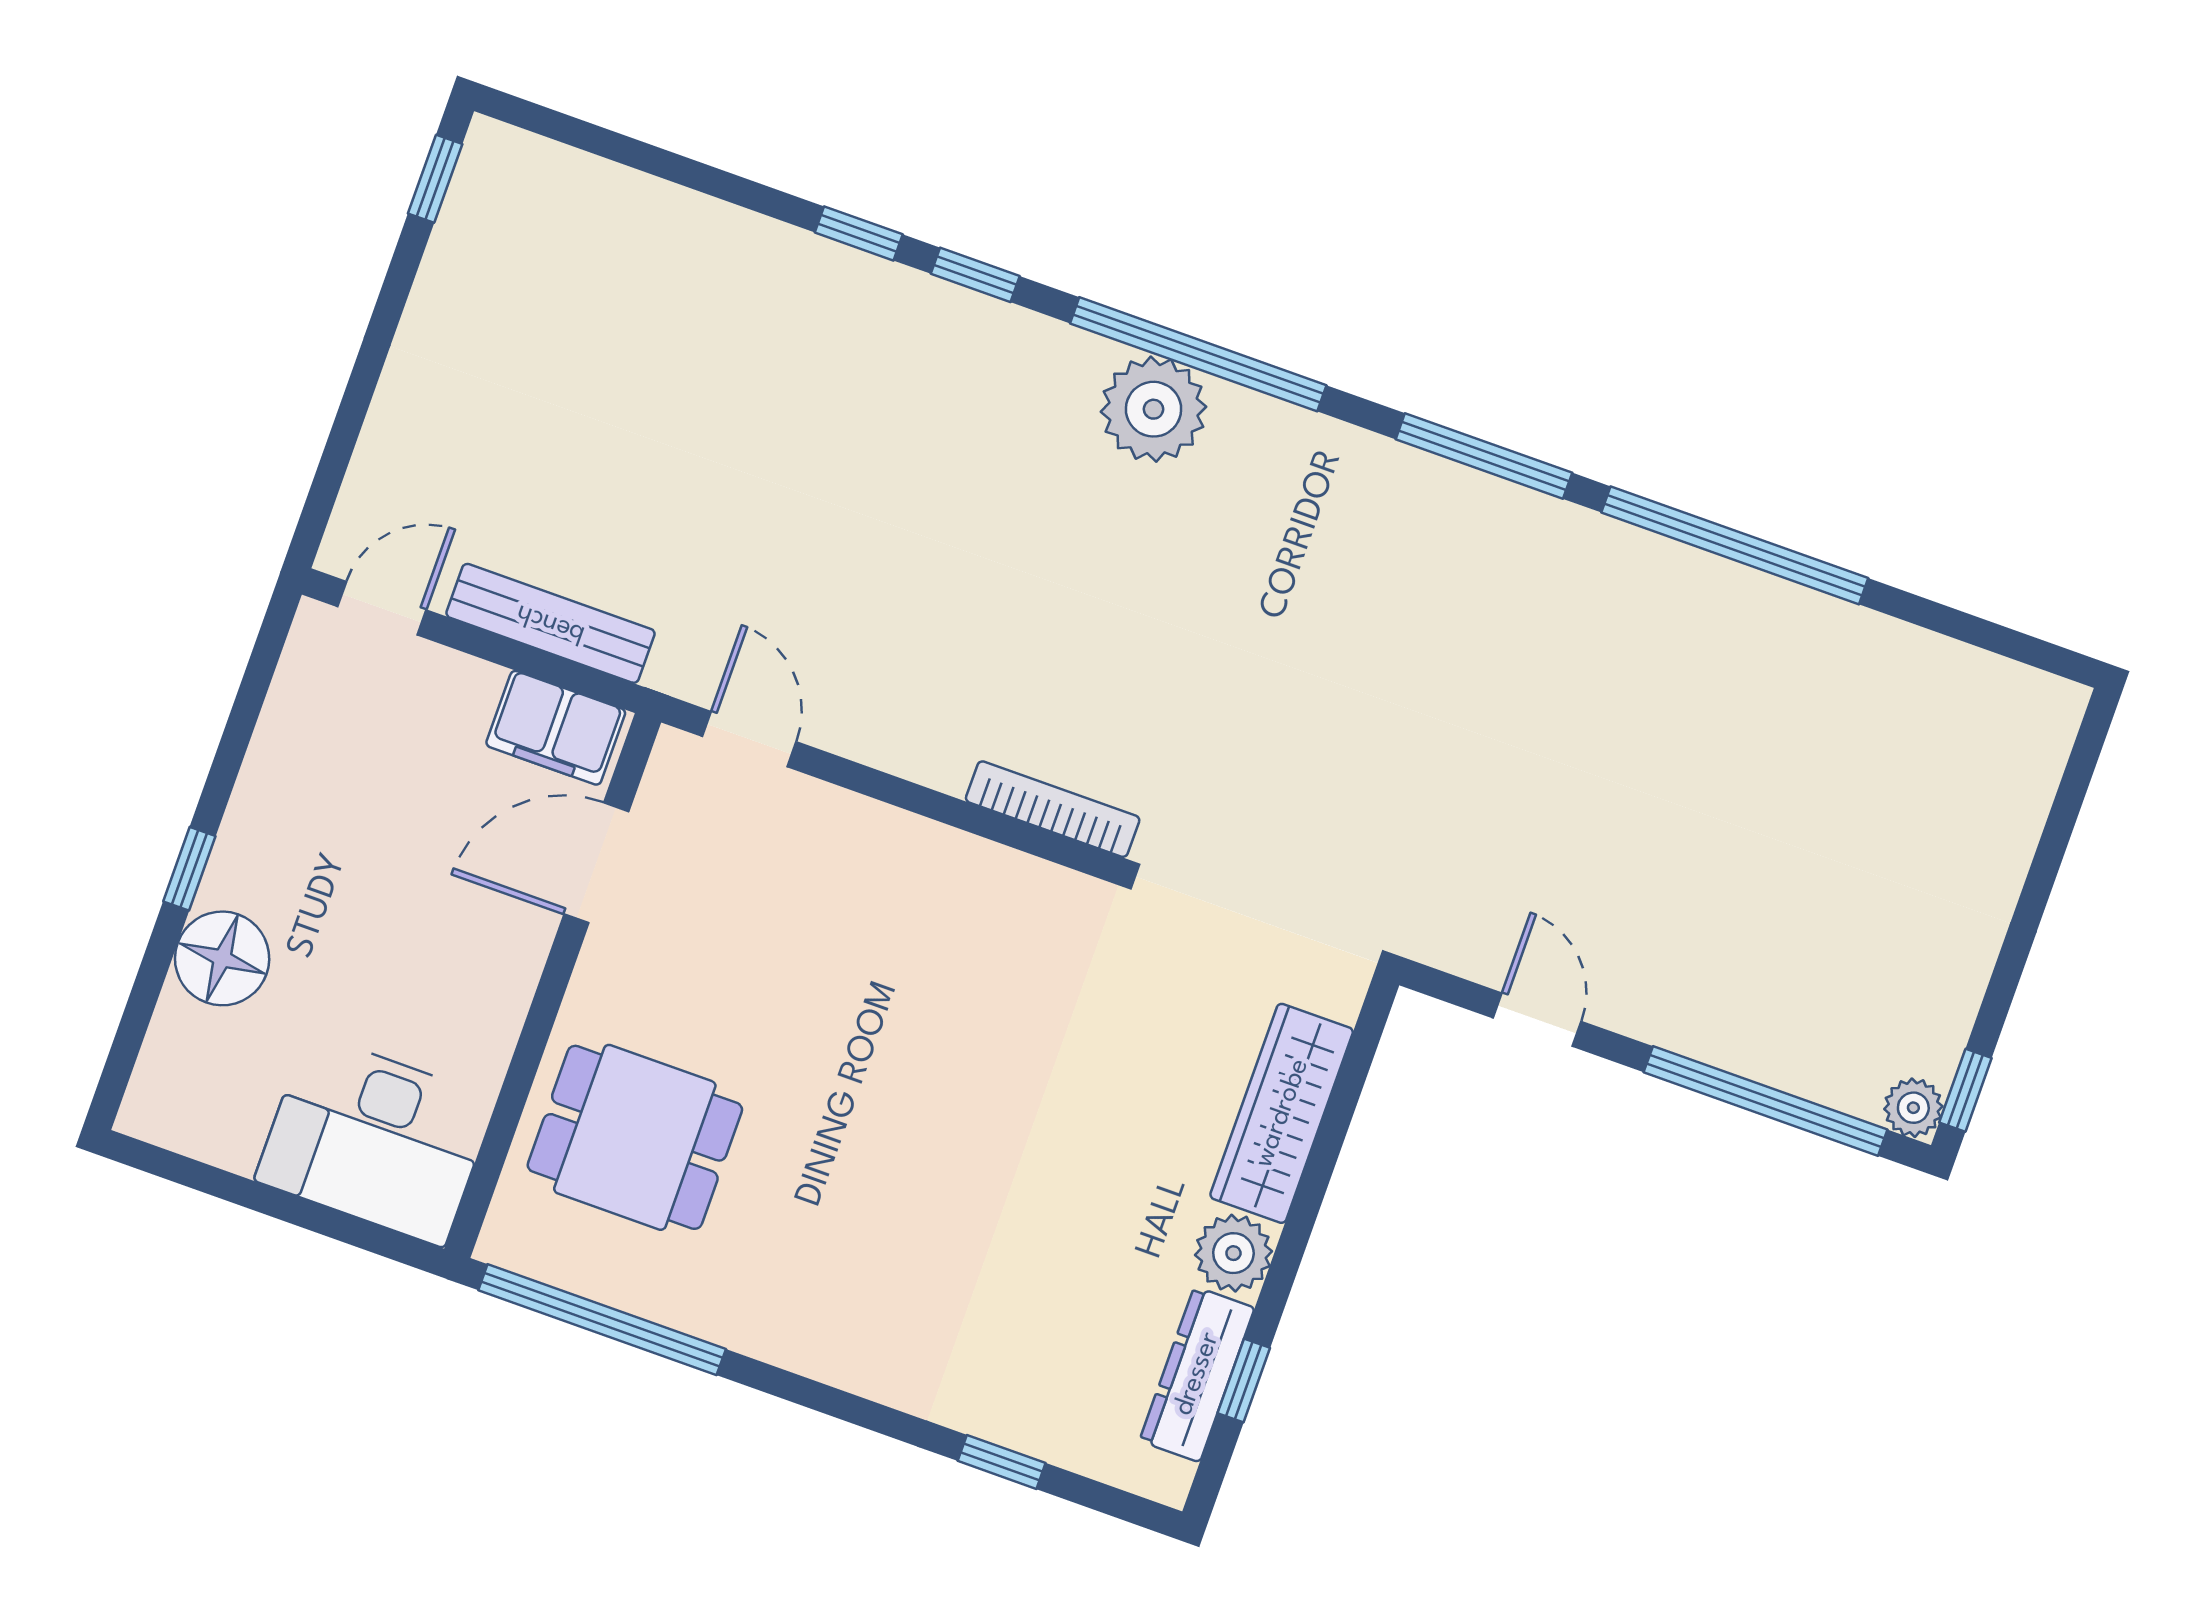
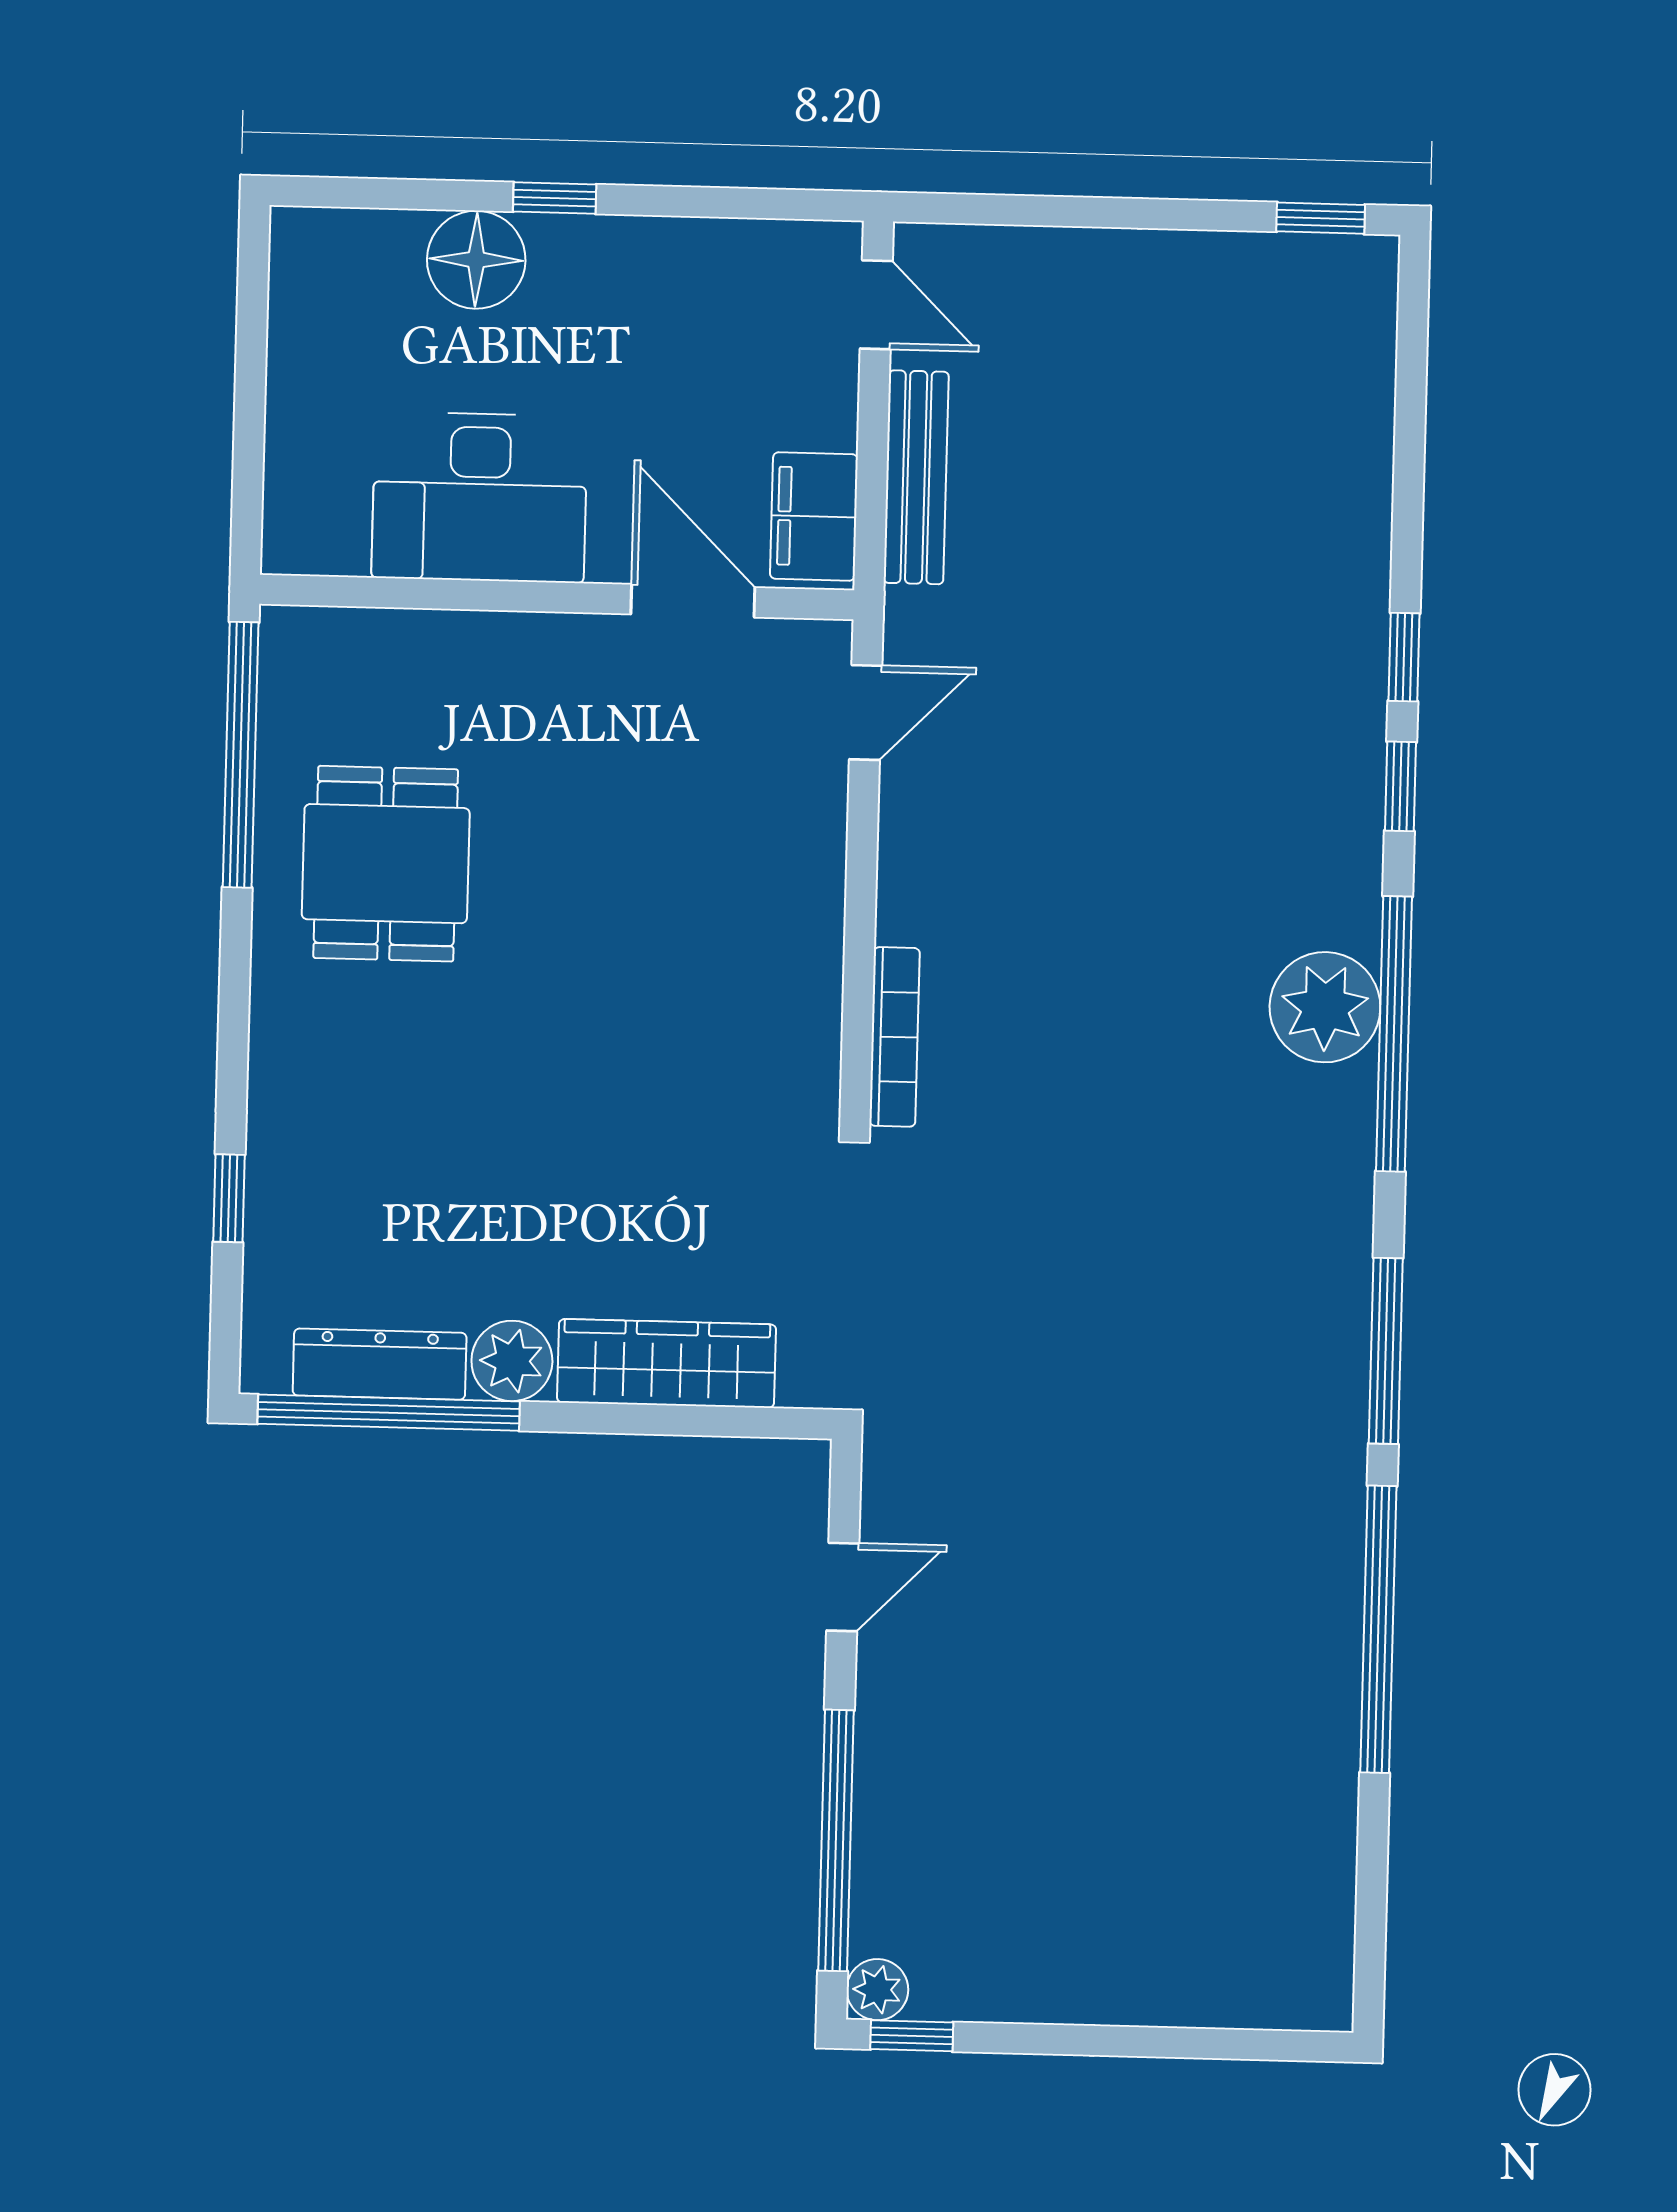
dining table: (635, 1137) -> (386, 864), moved
desk: (375, 1140) -> (480, 497), moved, turned -90
window: (1244, 1381) -> (389, 1413), width x3.17

